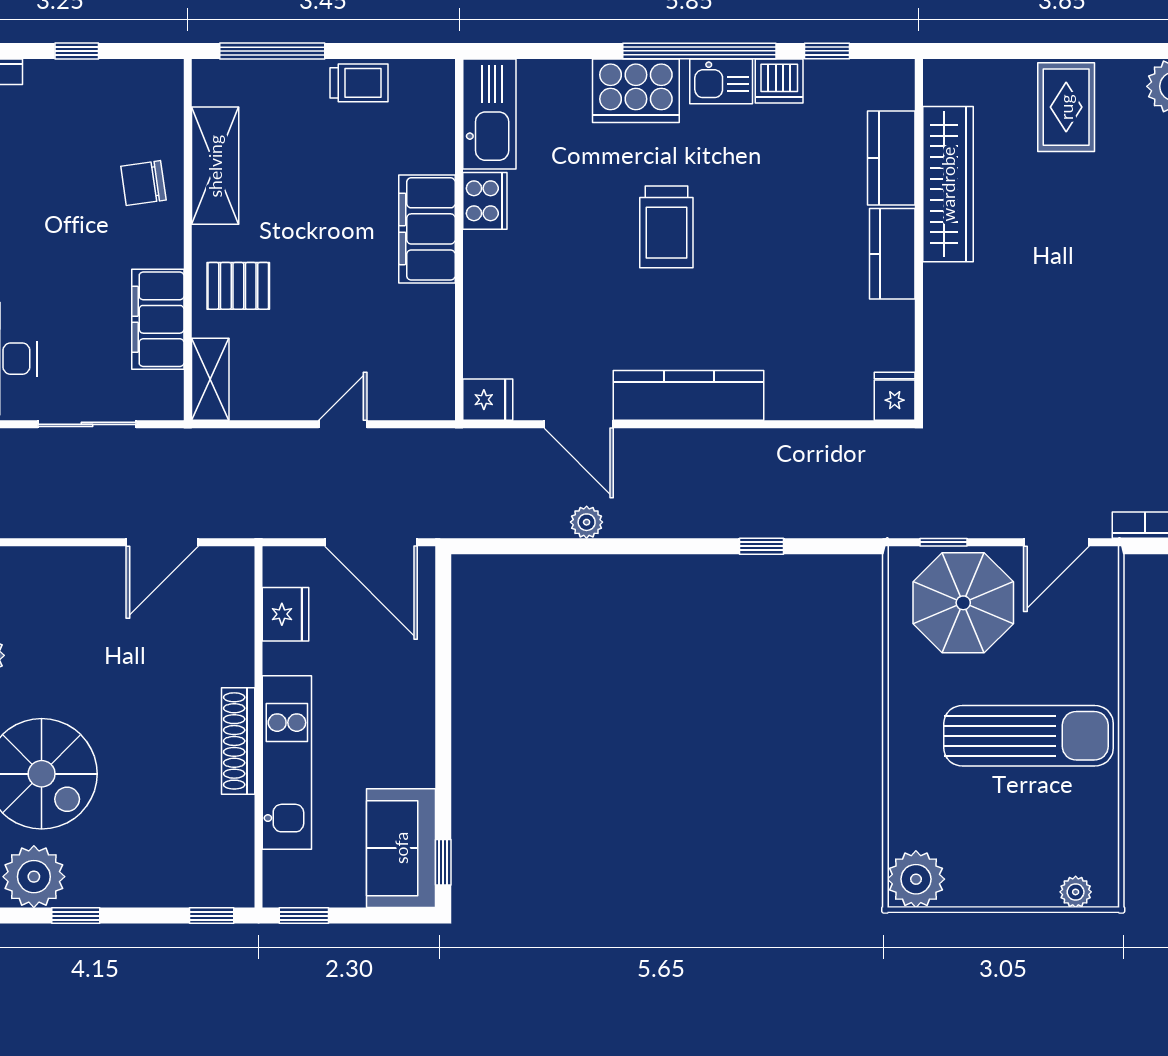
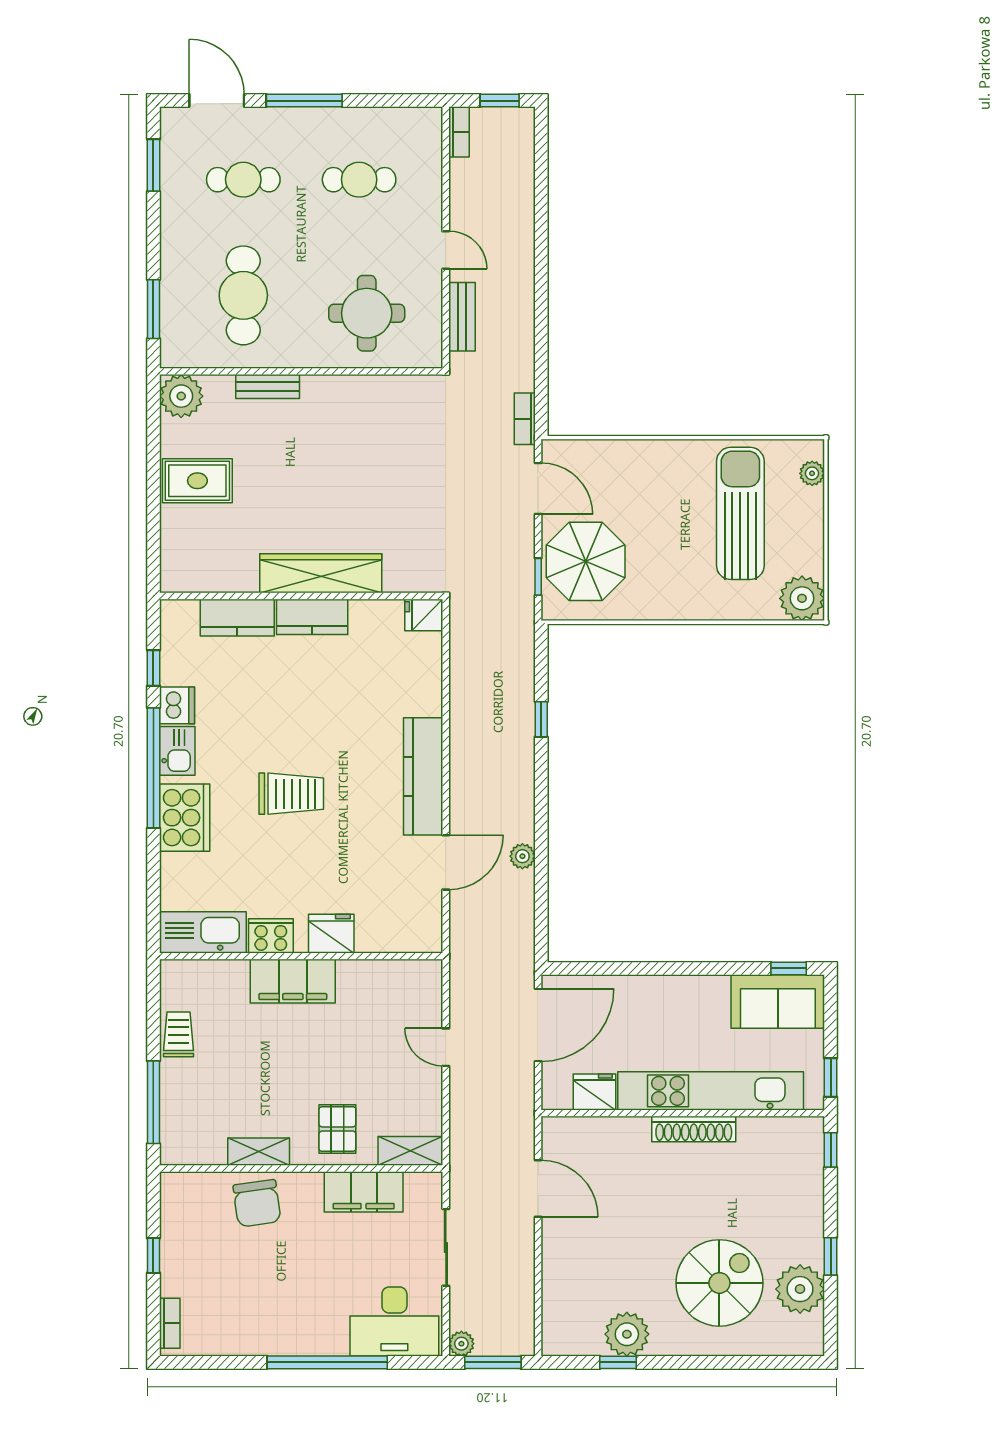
shelving: (215, 166) -> (259, 1152), width x0.67, depth x0.75
chair: (143, 183) -> (257, 1203), width x1.37, depth x1.37
wardrobe: (948, 184) -> (321, 573), moved
fridge: (488, 400) -> (331, 934), moved, width x1.38
sun lounger: (1029, 736) -> (740, 513), moved
kitchen unit: (287, 763) -> (711, 1091), width x1.36

